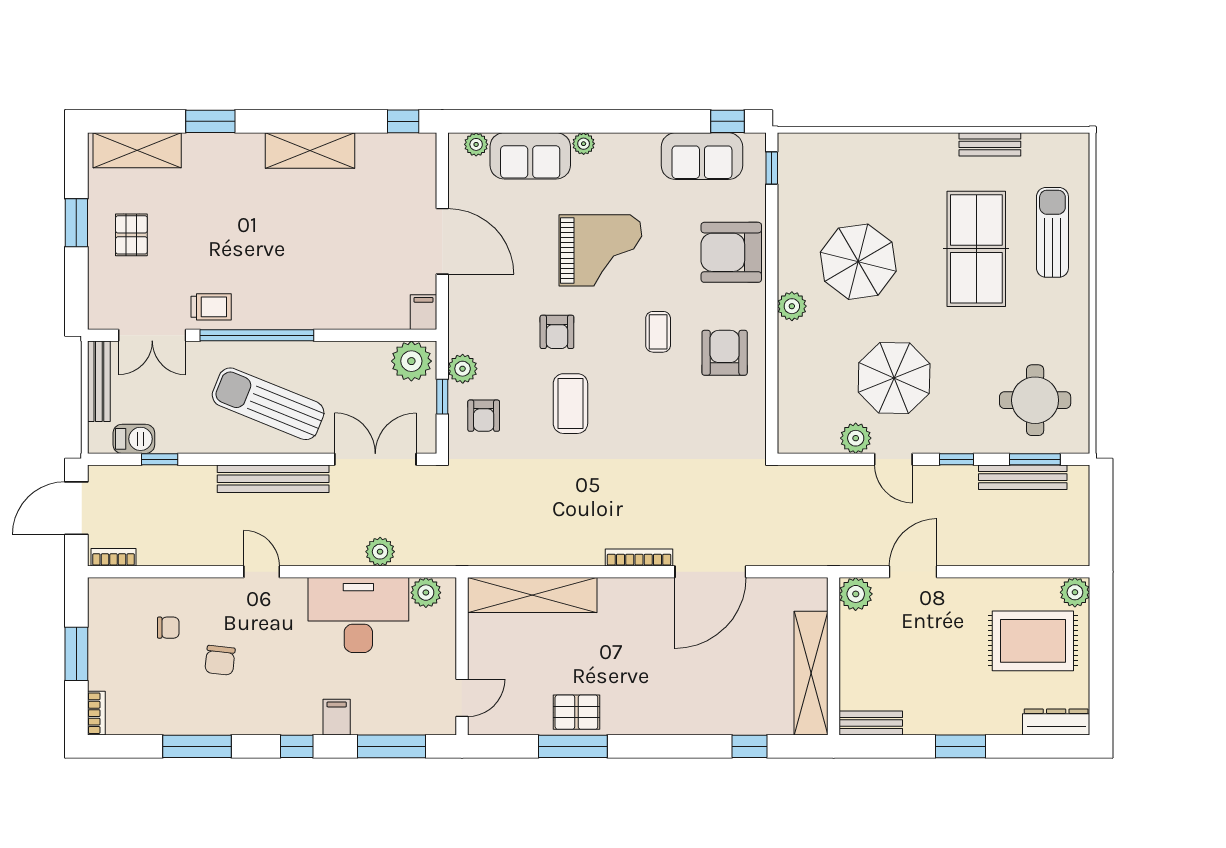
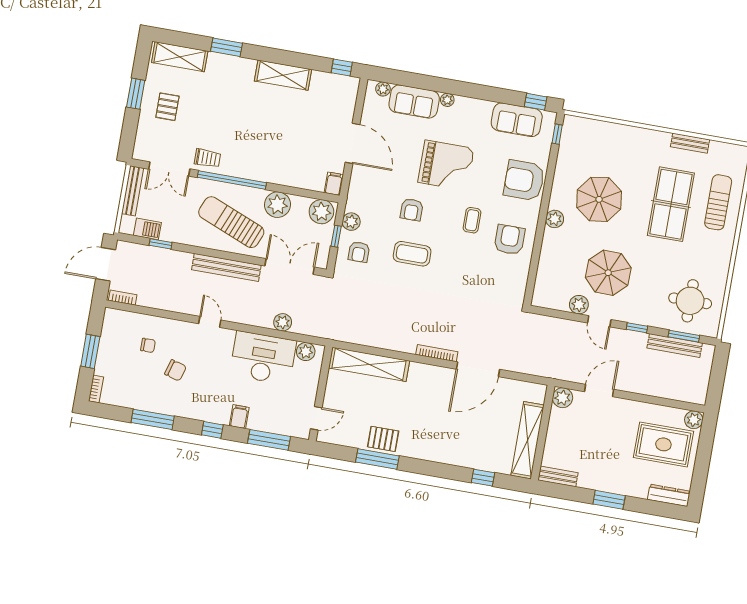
plant: (338, 362) -> (277, 205), added
coffee table: (570, 404) -> (412, 254), turned 90
chair: (220, 660) -> (175, 370), turned -80

